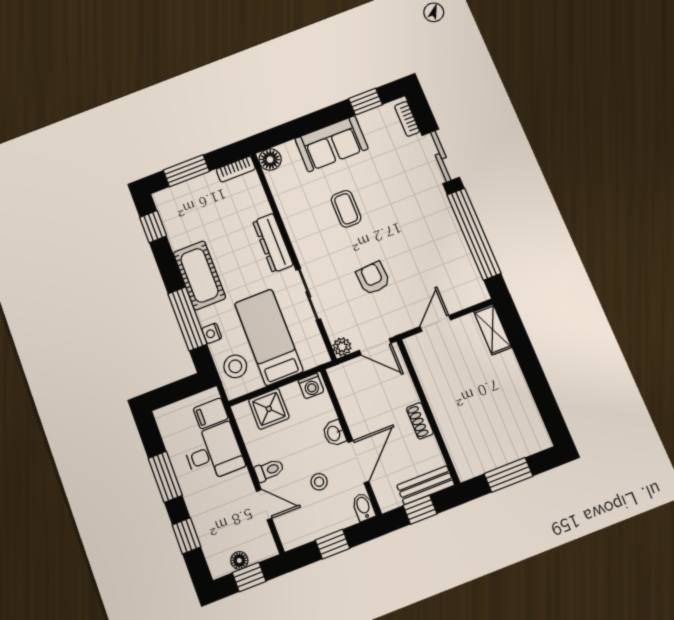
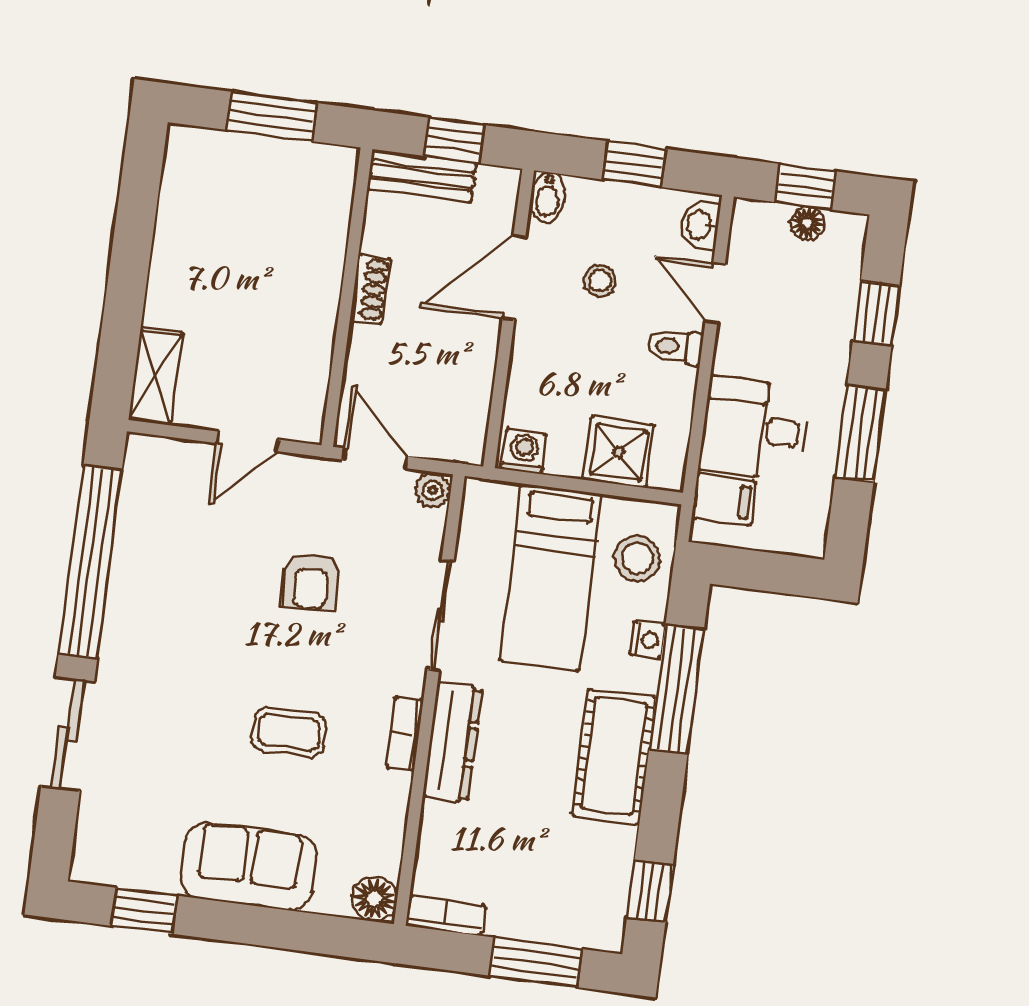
bookcase: (407, 119) -> (405, 733), moved, turned 180
coffee table: (346, 209) -> (289, 732), turned 90
washbasin: (334, 433) -> (700, 225), moved, turned 180

